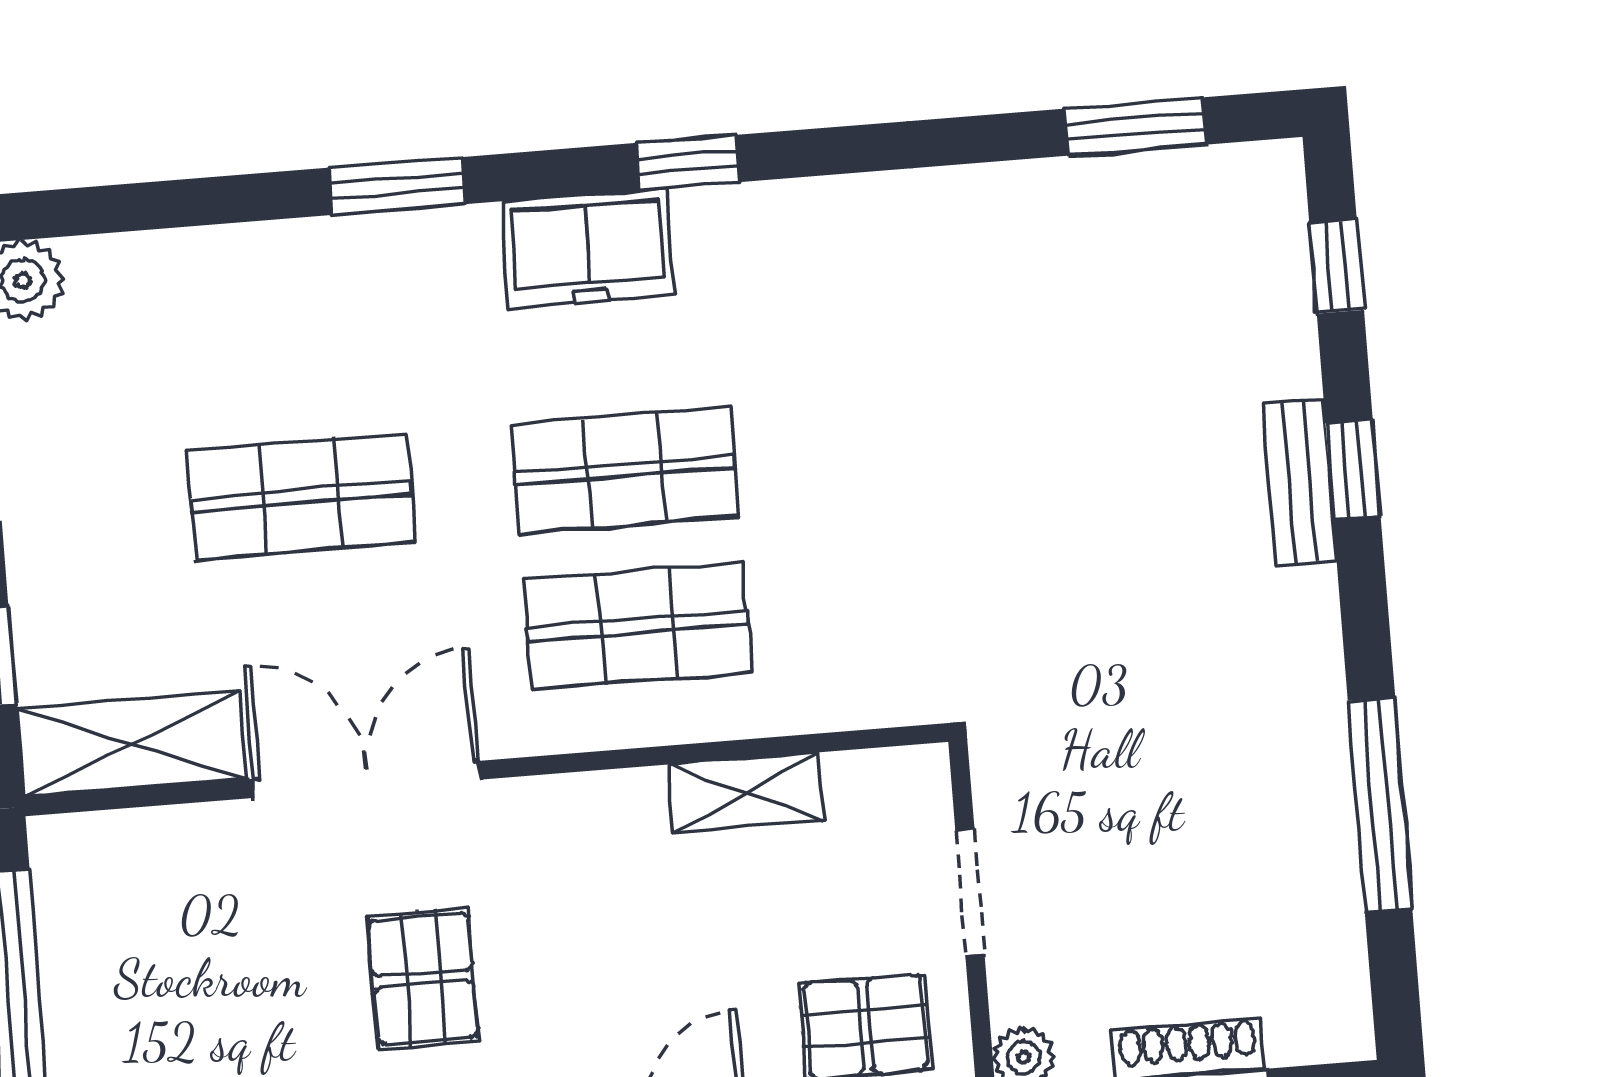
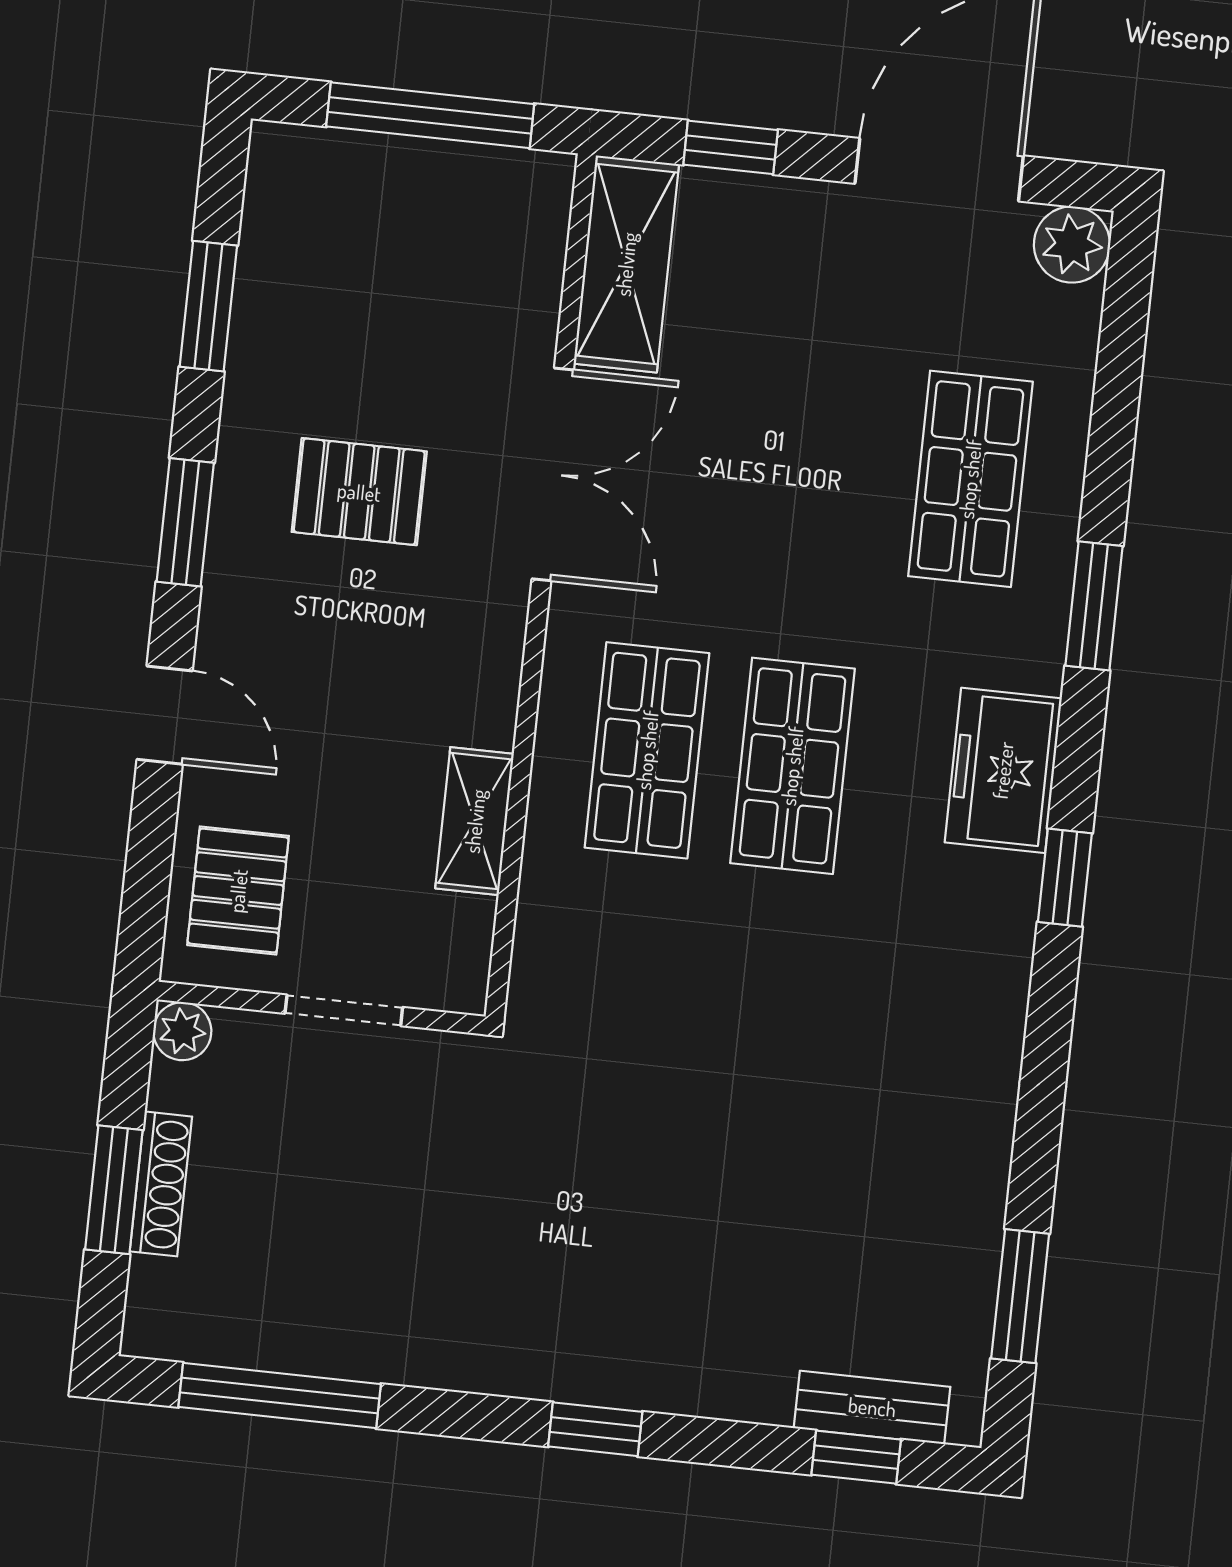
window: (1353, 469) -> (595, 1429), moved
bench: (1299, 482) -> (872, 1407), moved
shop shelf: (301, 496) -> (970, 479), moved
window: (1380, 805) -> (280, 1396), moved

